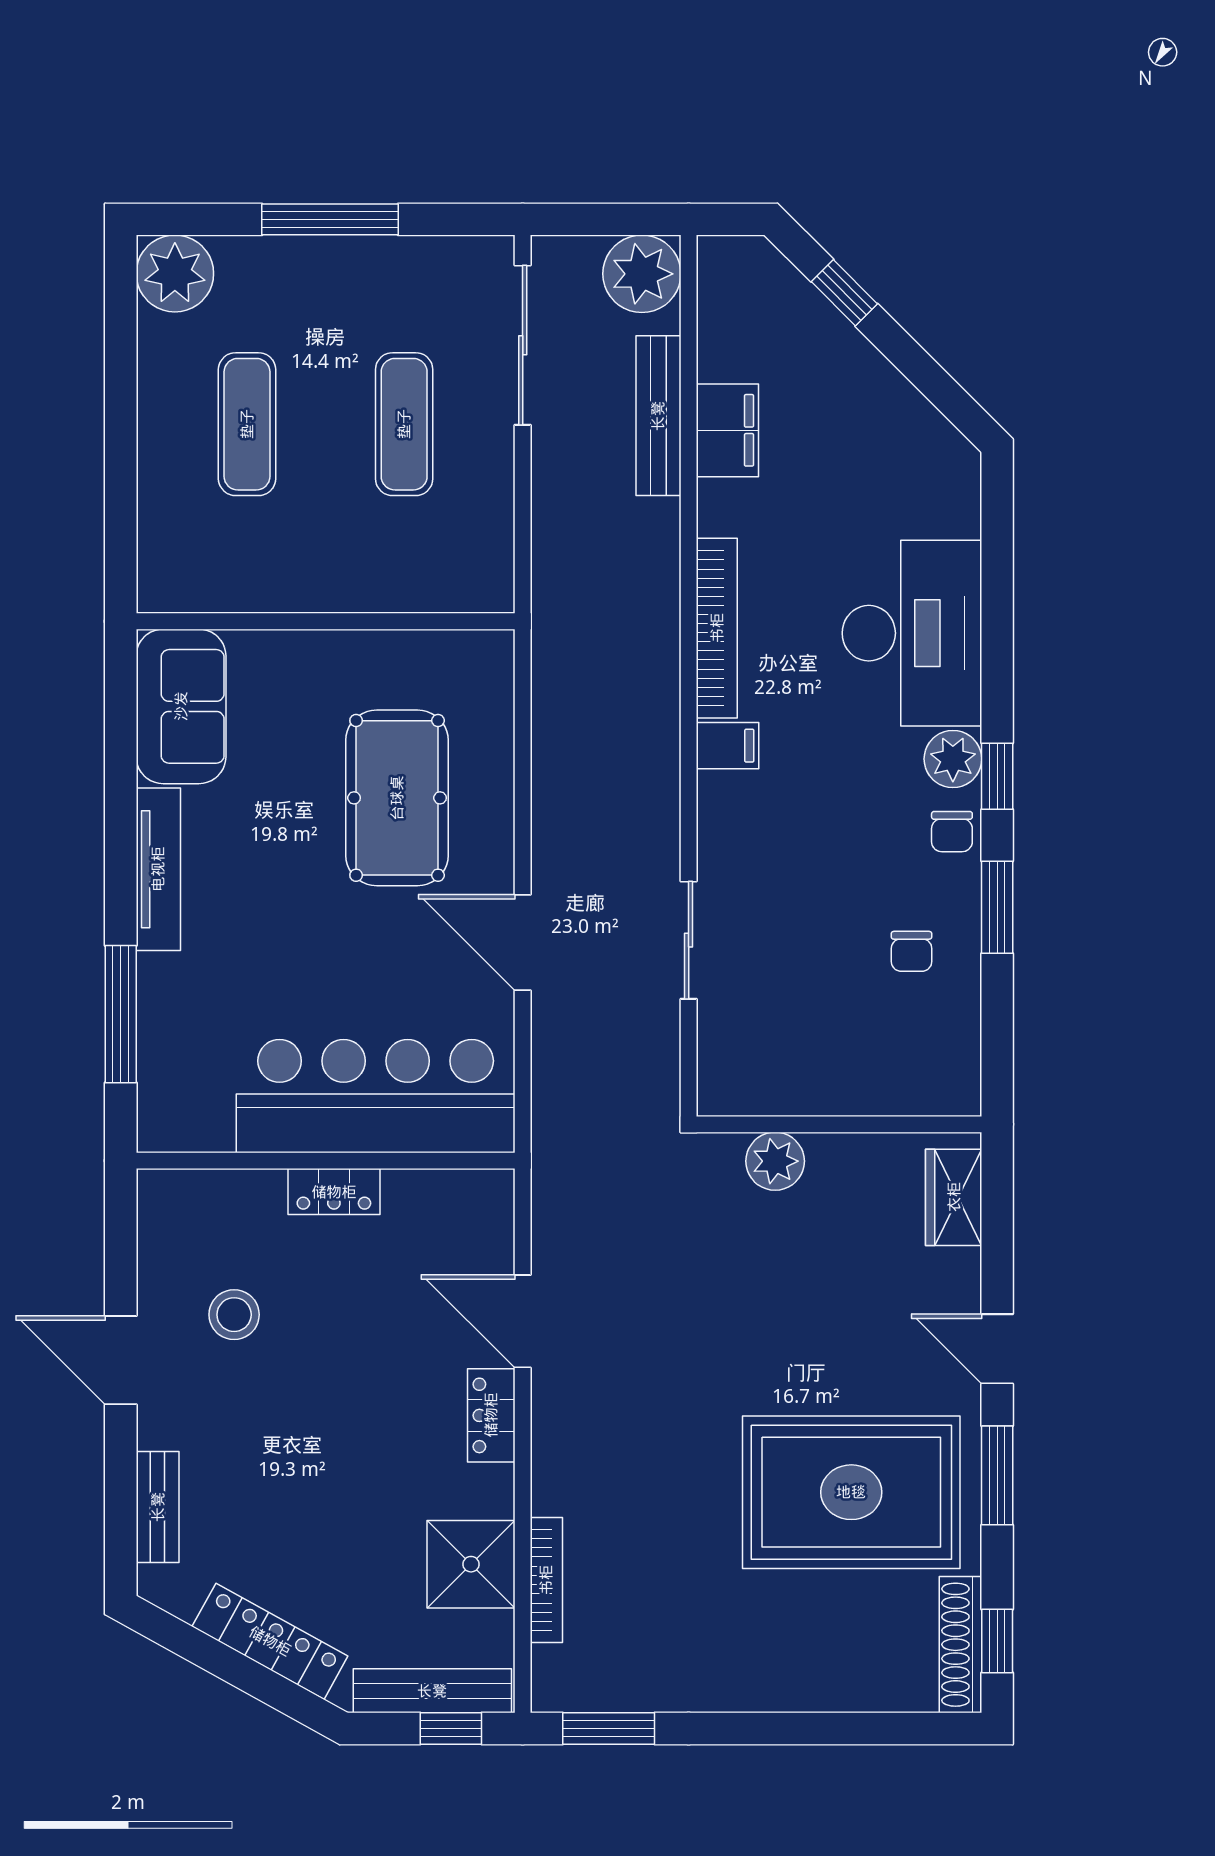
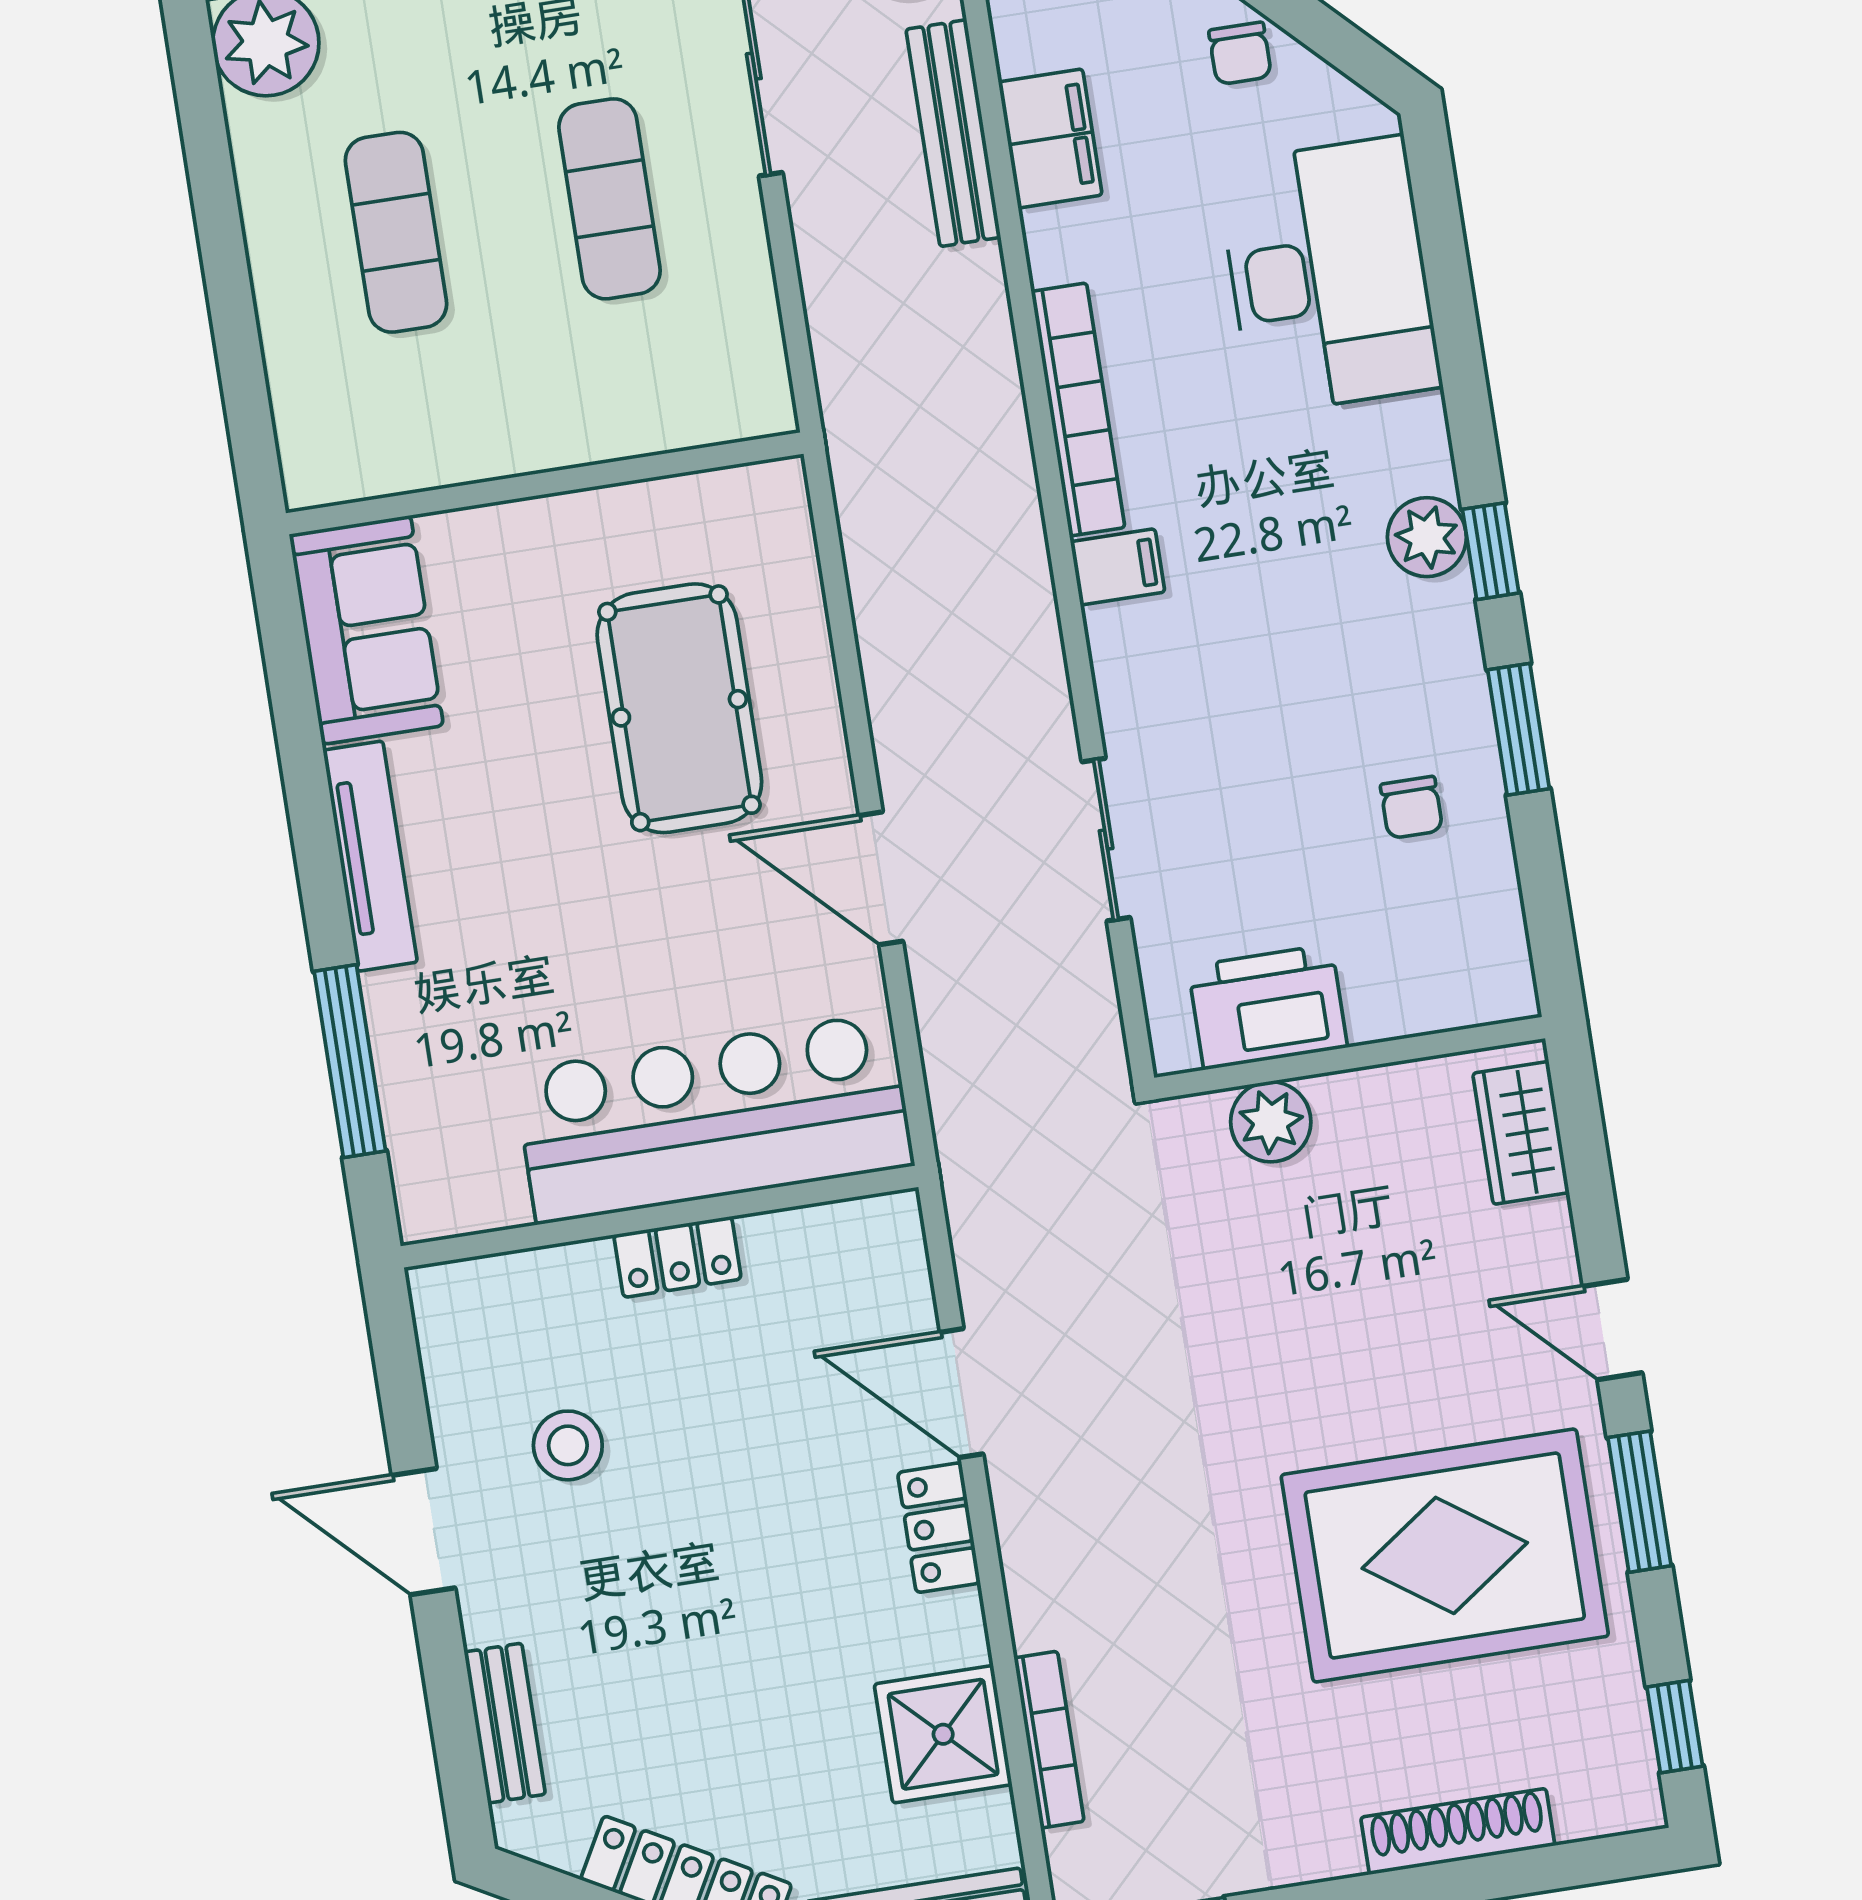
desk: (912, 633) -> (1329, 275), moved
chair: (952, 832) -> (1240, 53), moved
printer: (786, 1078) -> (1268, 1007), added
shoe rack: (961, 1645) -> (1458, 1831), moved, turned 90

